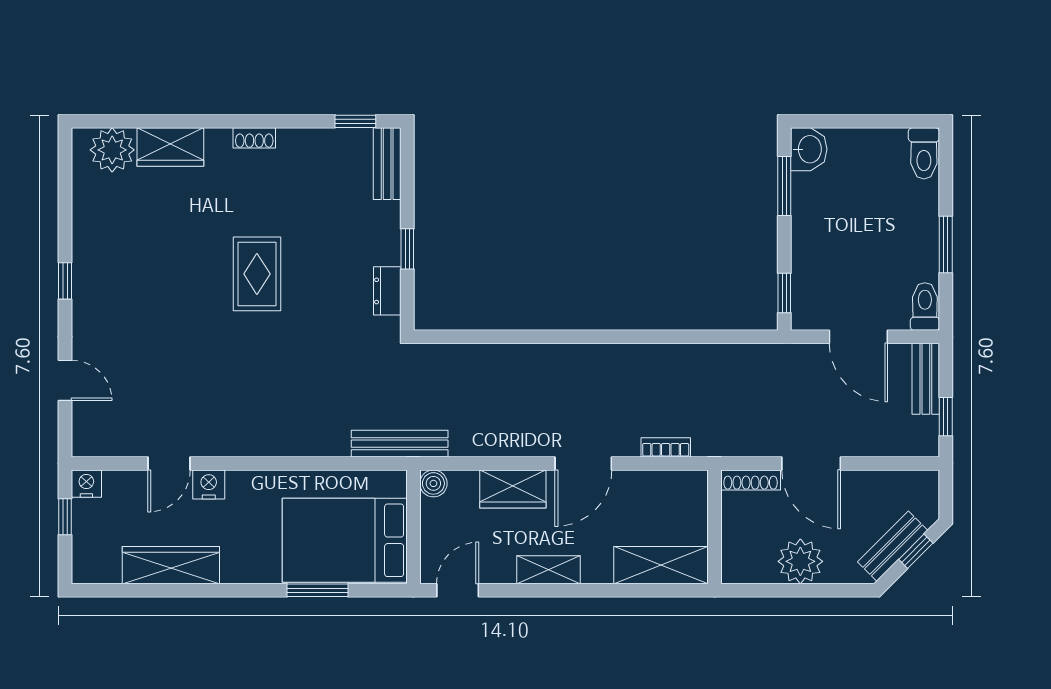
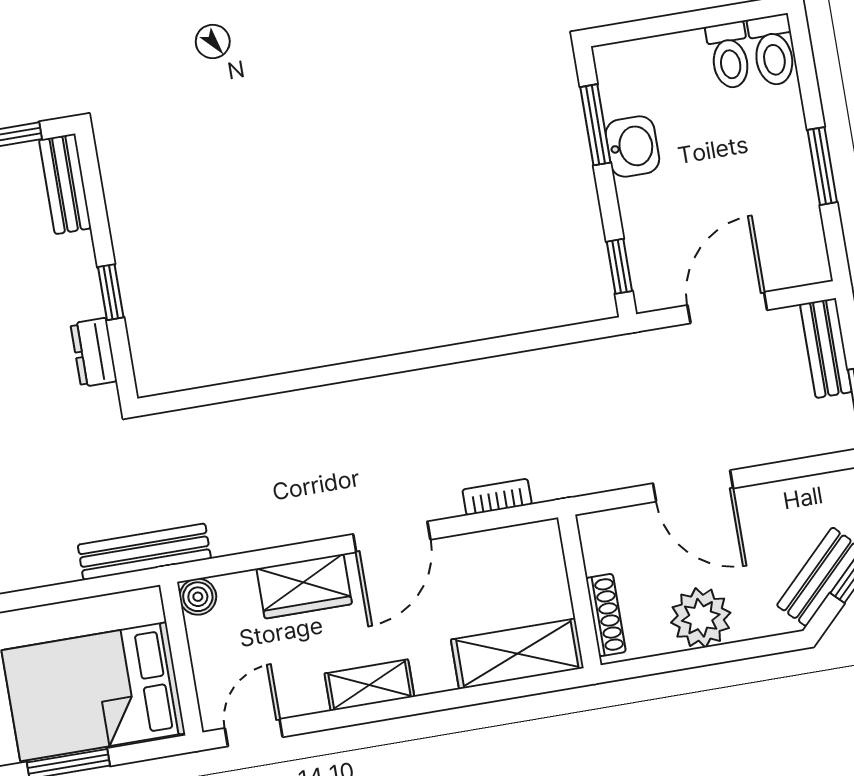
washbasin: (809, 149) -> (632, 146), moved
toilet: (925, 306) -> (729, 55), moved, turned 180
door: (858, 337) -> (727, 308), swing flipped
shoe rack: (751, 480) -> (606, 615), moved, turned -90

